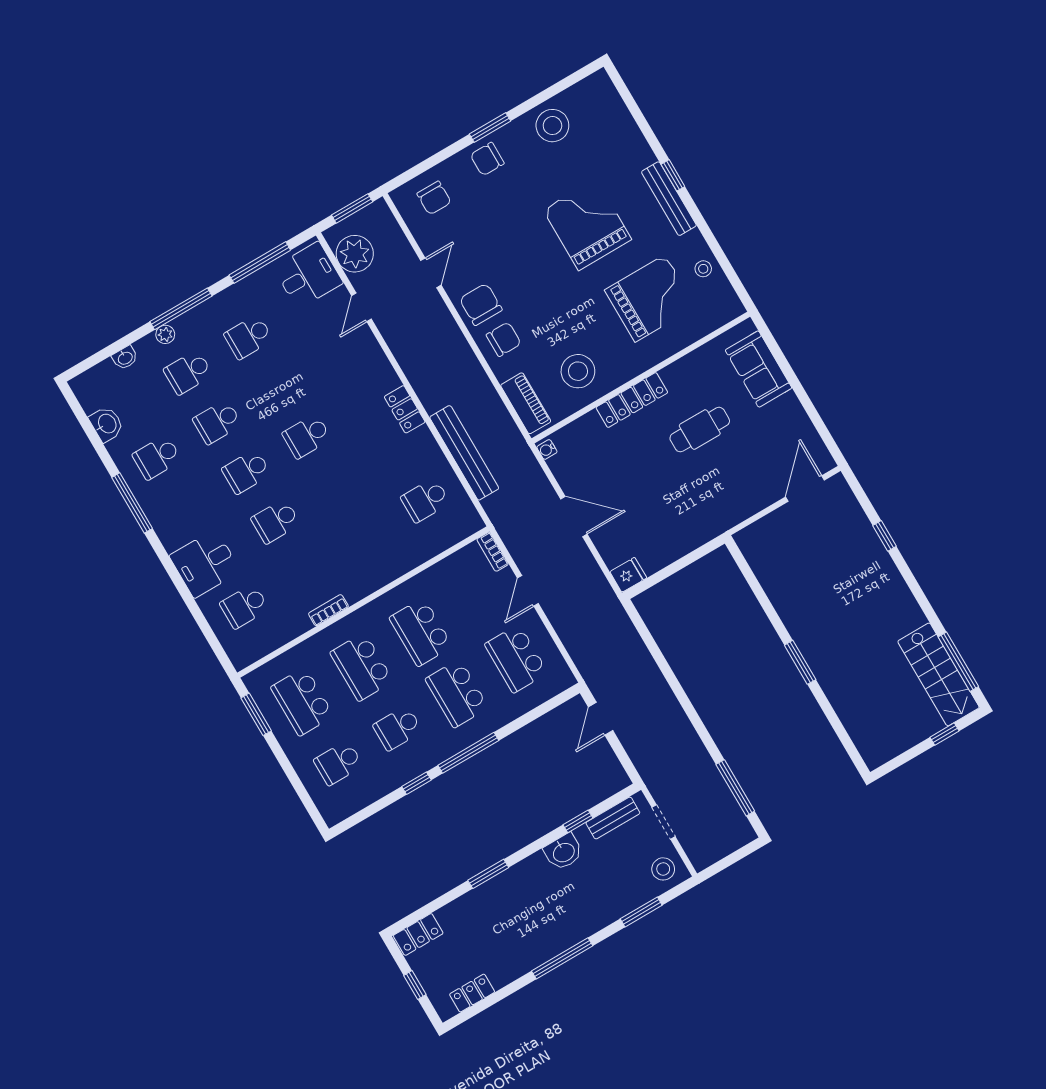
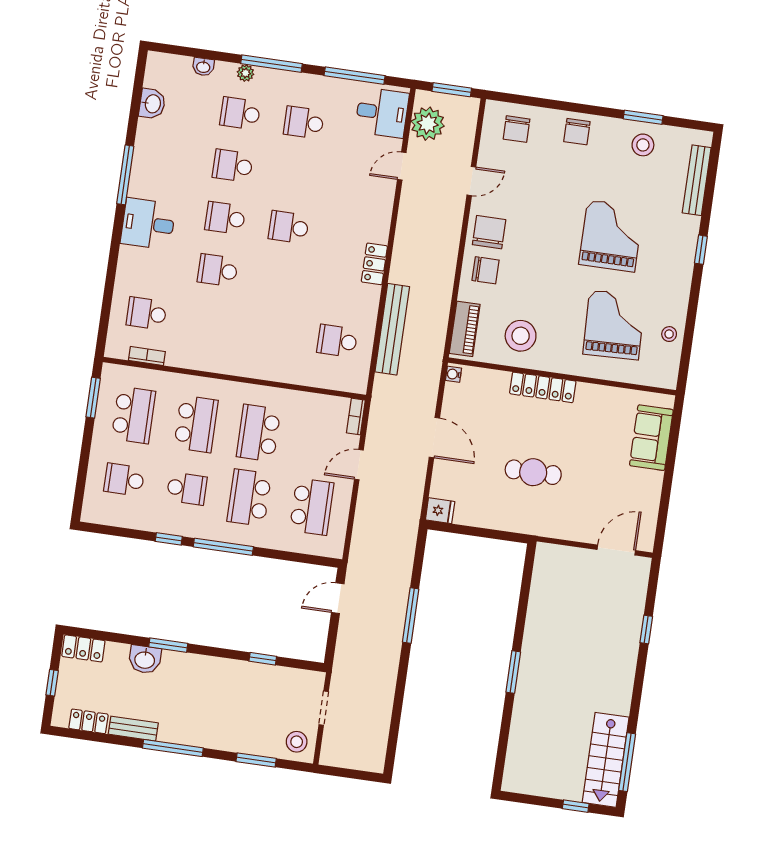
stool: (552, 126) -> (643, 145), width x0.73, depth x0.73
window: (490, 127) -> (643, 117), moved
chair: (487, 159) -> (577, 132), turned -90
bench: (669, 199) -> (697, 180), moved
grand piano: (650, 298) -> (614, 325), turned -92
cafe table: (700, 430) -> (533, 472), moved
school desk: (157, 457) -> (169, 157), removed
desk: (205, 563) -> (148, 224), moved
bookcase: (328, 610) -> (147, 356), moved
school desk: (516, 659) -> (312, 507), turned 180
school desk: (362, 667) -> (196, 424), turned 180
school desk: (302, 702) -> (134, 415), turned 180
school desk: (398, 728) -> (187, 489), turned 180
window: (735, 788) -> (411, 615), moved
bench: (613, 818) -> (133, 729), moved
washbasin: (563, 852) -> (145, 659), moved

